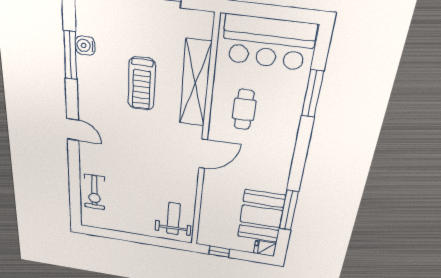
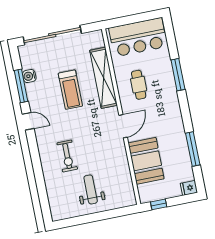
window: (312, 94) -> (178, 75), moved
door: (73, 130) -> (28, 121), moved
exercise bike: (94, 192) -> (67, 156), moved
booth: (261, 216) -> (146, 161), moved
weight bench: (174, 219) -> (91, 189), moved

